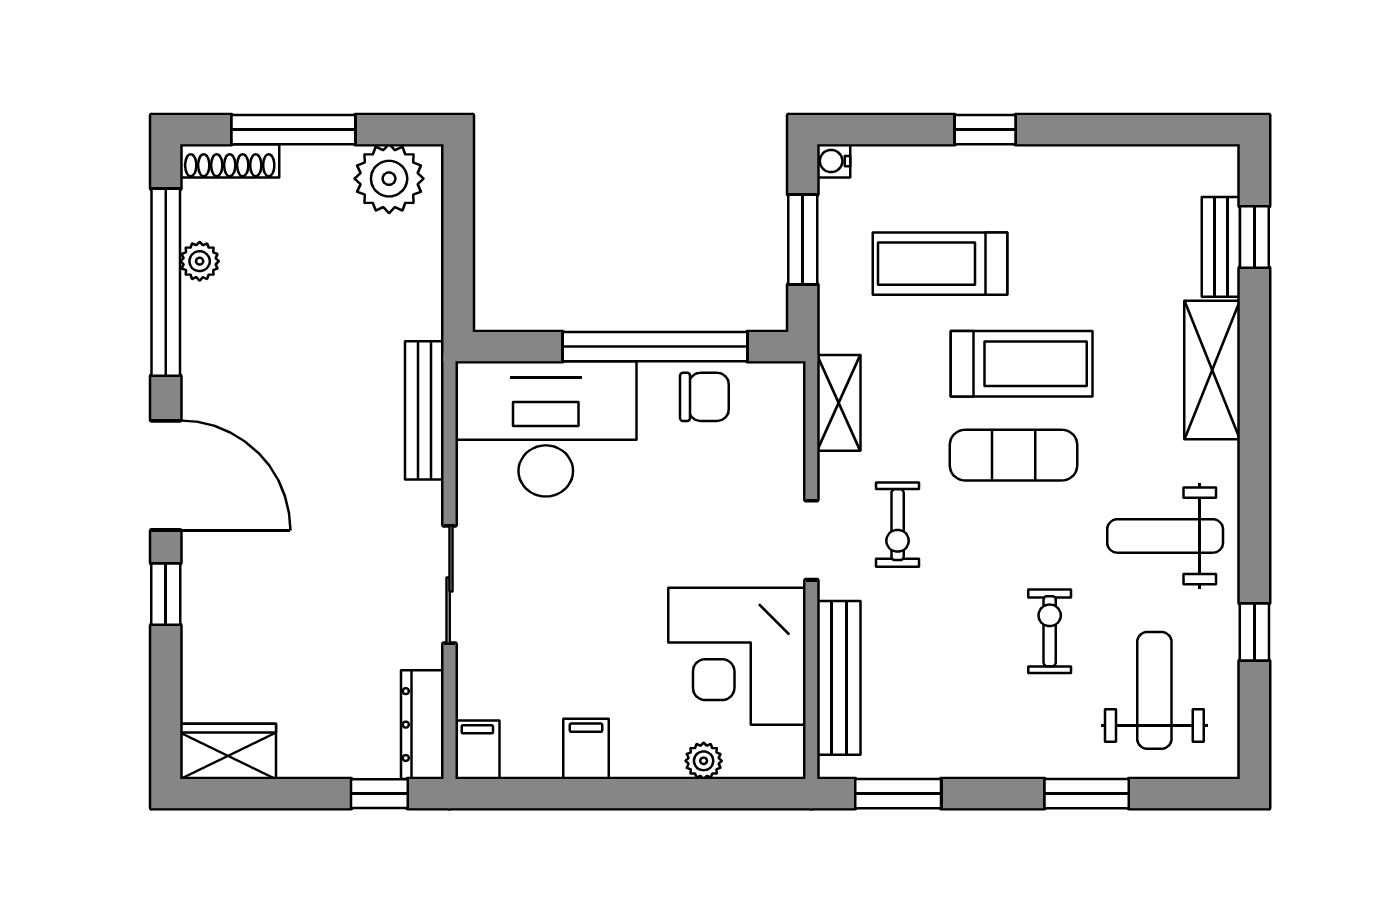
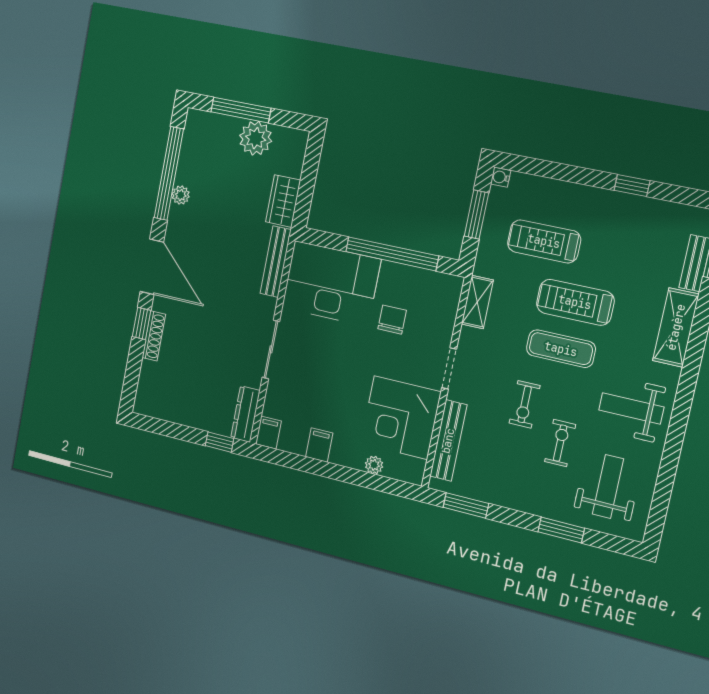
window: (985, 130) -> (632, 186), moved
shoe rack: (230, 161) -> (154, 336), moved, turned -90
plant: (389, 179) -> (256, 138), moved
plant: (200, 261) -> (181, 195), moved
treadmill: (1022, 364) -> (575, 302), turned 180
chair: (704, 397) -> (392, 320), moved, turned -90
exercise bike: (898, 525) -> (525, 404), moved
window: (1254, 632) -> (668, 469), removed
wardrobe: (228, 751) -> (283, 201), moved, turned -90

